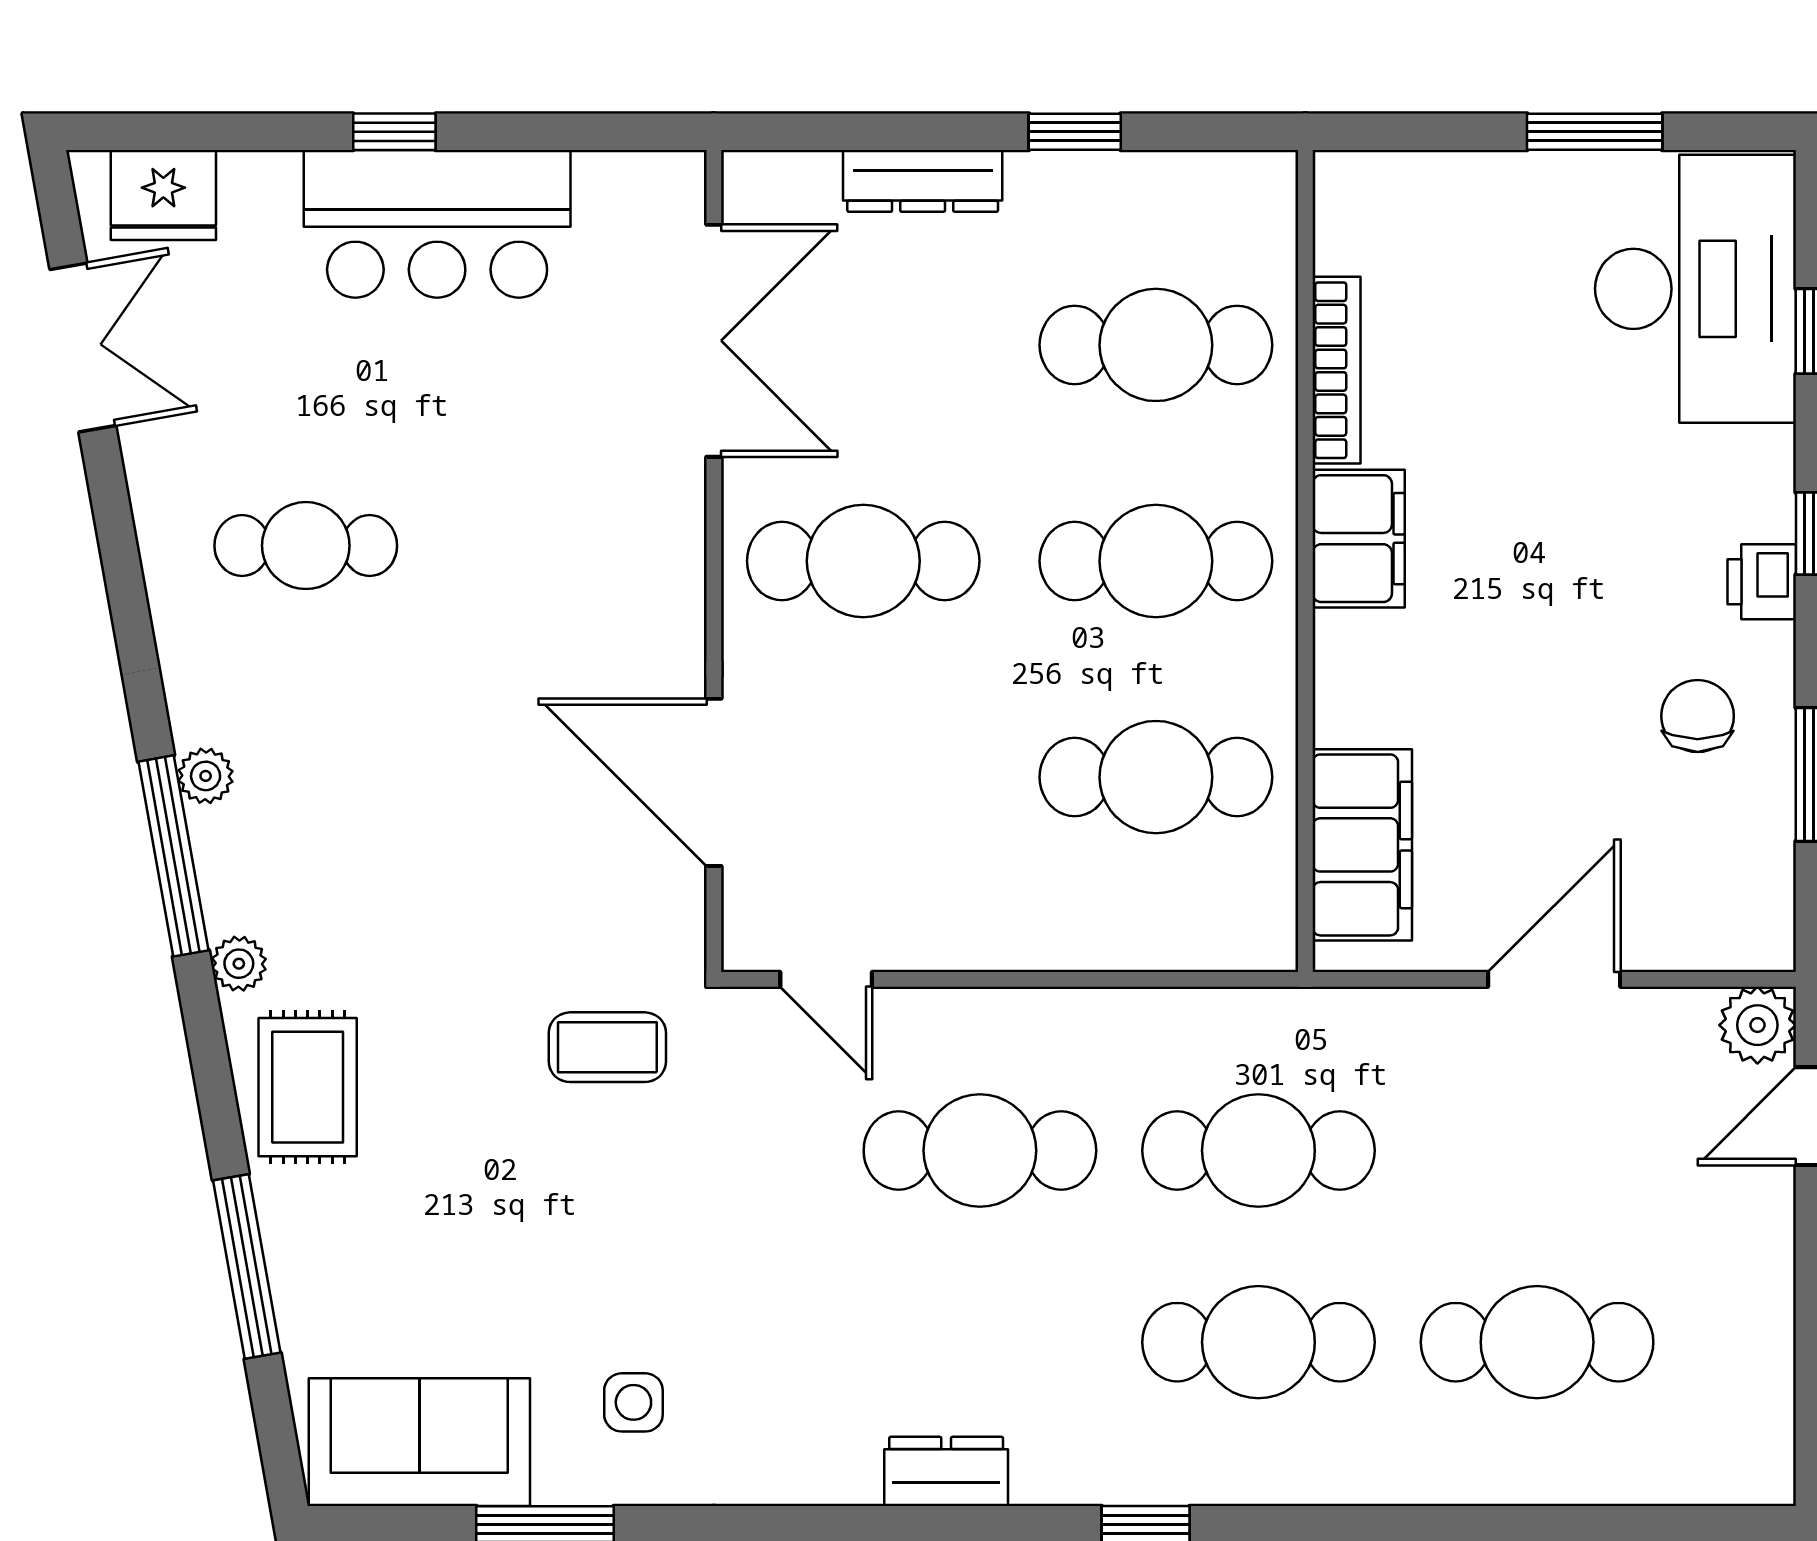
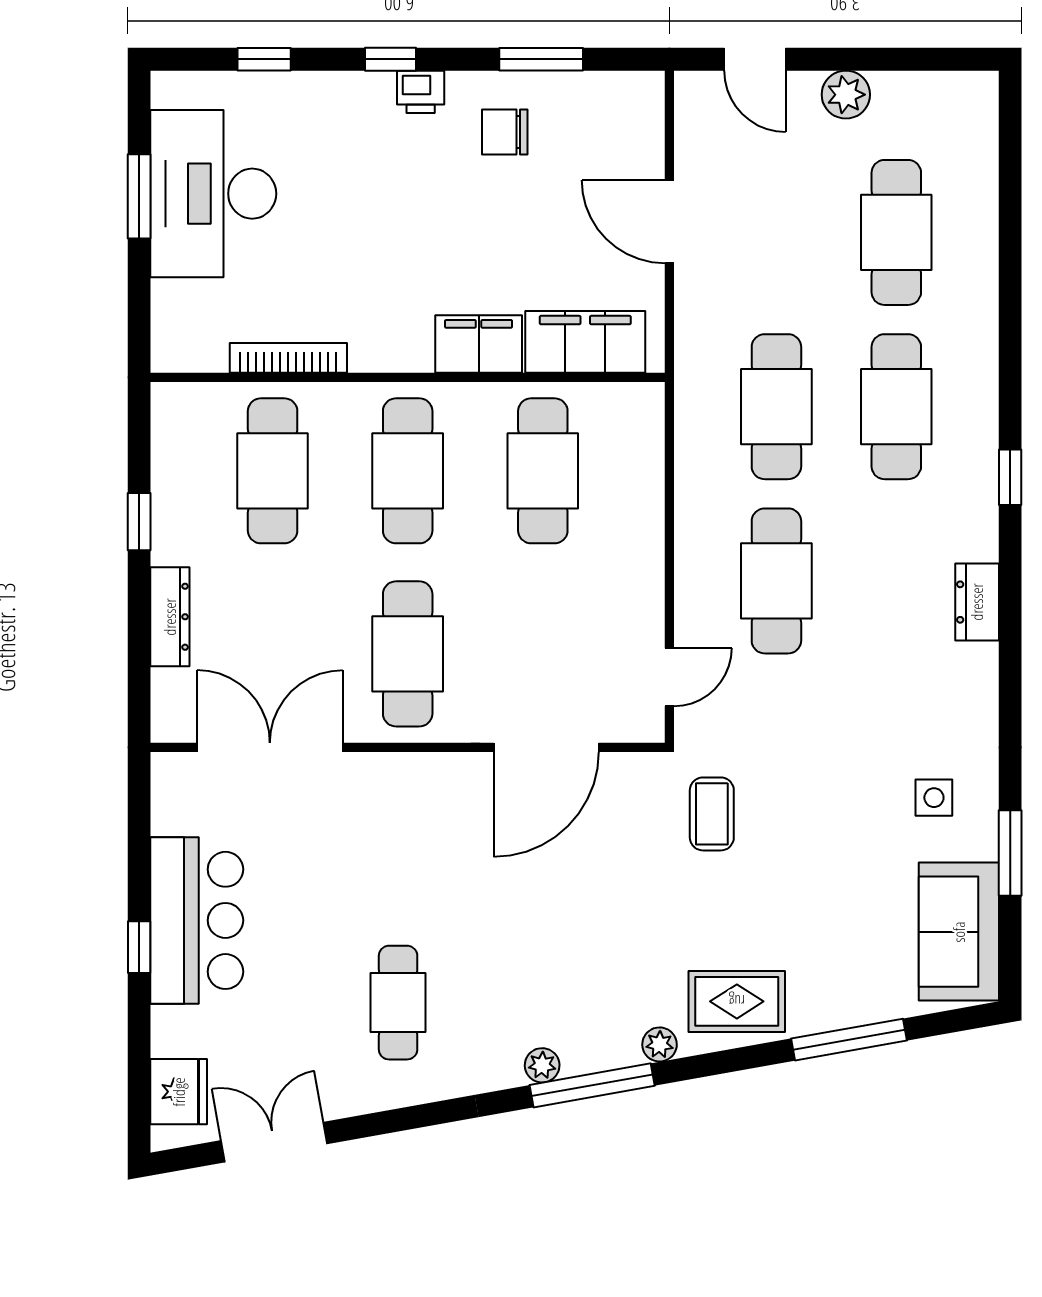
desk: (1696, 289) -> (213, 194), moved, turned -90
filing cabinet: (1359, 539) -> (479, 344), moved
plant: (1757, 1025) -> (846, 95), moved

